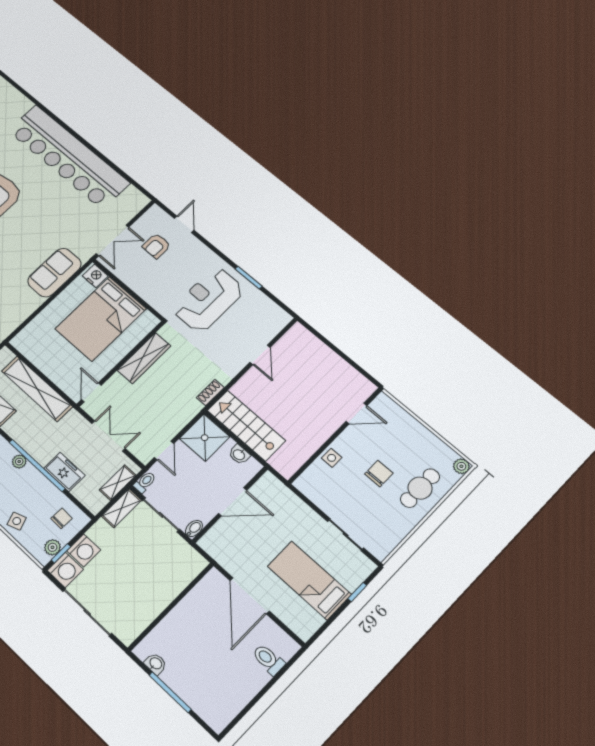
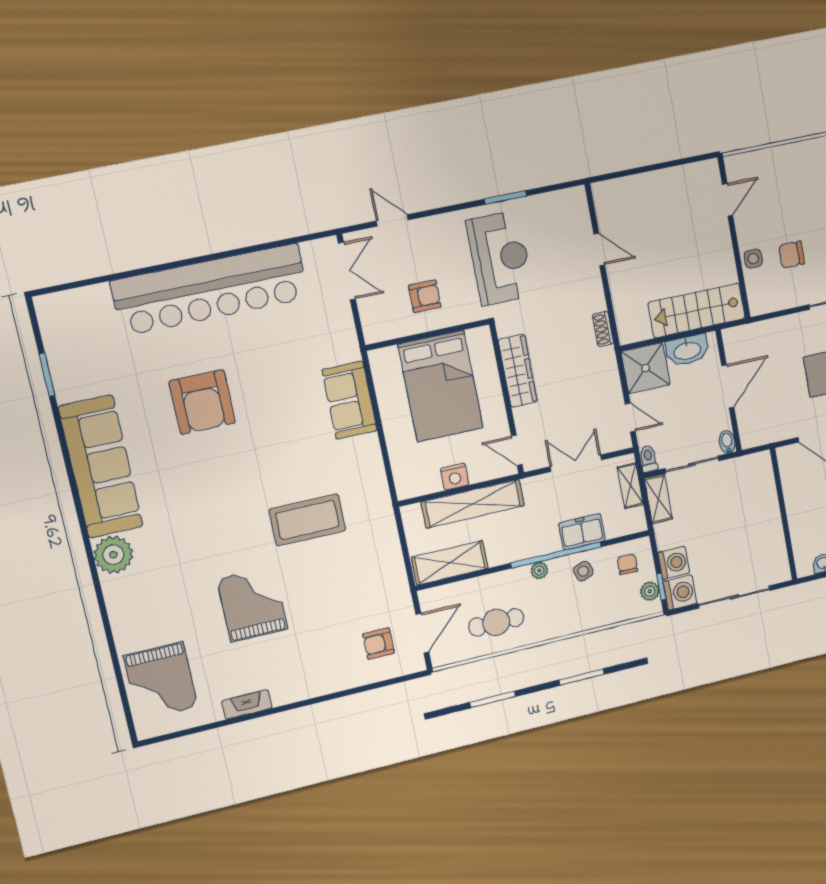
double door: (112, 240) -> (347, 271), moved
armchair: (156, 246) -> (425, 296), moved, turned -90
nightstand: (95, 276) -> (455, 477), moved, turned 180
reception desk: (208, 300) -> (500, 258), turned 180
stairs: (246, 426) -> (697, 310), moved
washbasin: (239, 454) -> (687, 350), width x1.91, depth x1.45
chair: (379, 474) -> (792, 255), moved, turned -90
side table: (17, 521) -> (583, 571), moved

